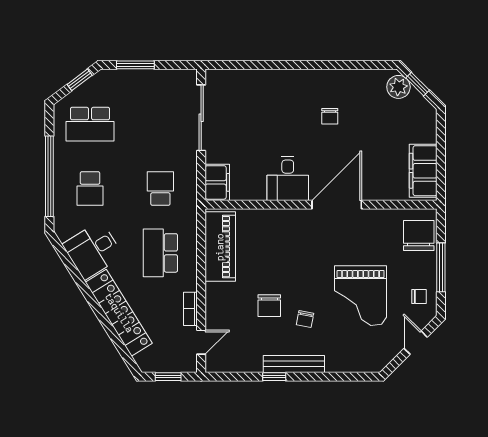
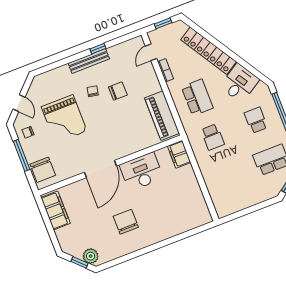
window: (135, 65) -> (257, 207), removed
chair: (330, 116) -> (126, 222), width x1.87, depth x1.87
sliding door: (201, 118) -> (204, 190), removed
desk: (288, 179) -> (141, 172), width x1.37
grand piano: (361, 296) -> (64, 119), turned 180
chair: (269, 306) -> (118, 91), turned 90

